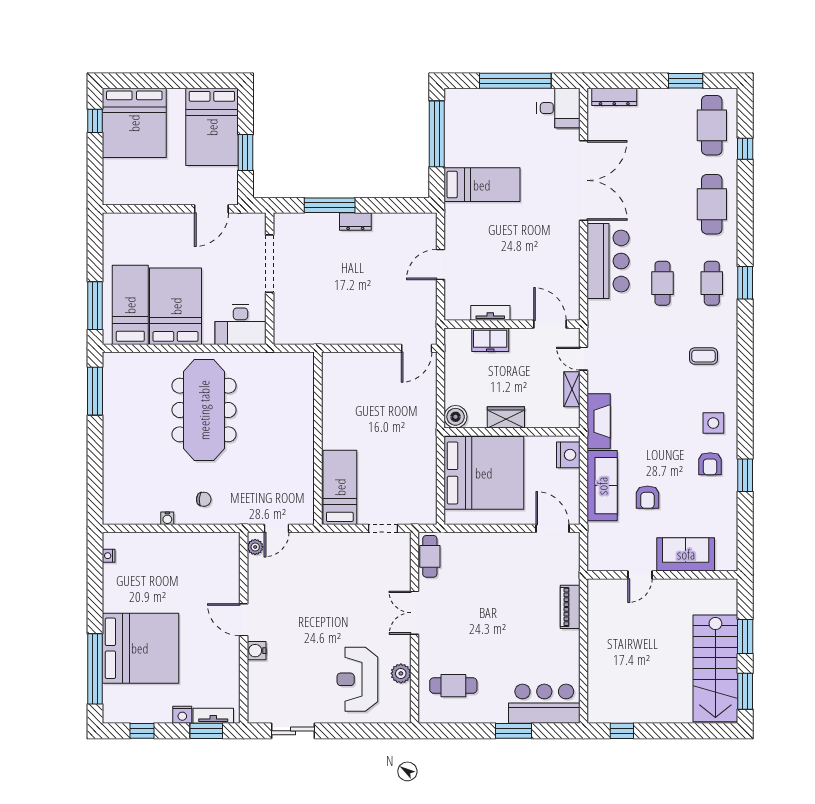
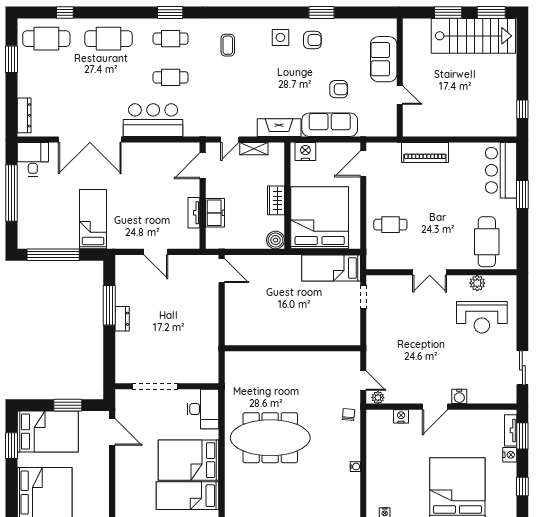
window: (194, 81) -> (11, 446), added
double door: (584, 180) -> (90, 139), swing flipped
window: (330, 205) -> (109, 305), moved
bed: (340, 487) -> (331, 268), moved
chair: (204, 499) -> (348, 414), moved
cafe table: (430, 556) -> (390, 225), moved
nightstand: (231, 577) -> (401, 416), added
piano: (570, 607) -> (425, 153), width x1.37, depth x1.33
cafe table: (453, 686) -> (487, 242), width x1.37, depth x1.35

